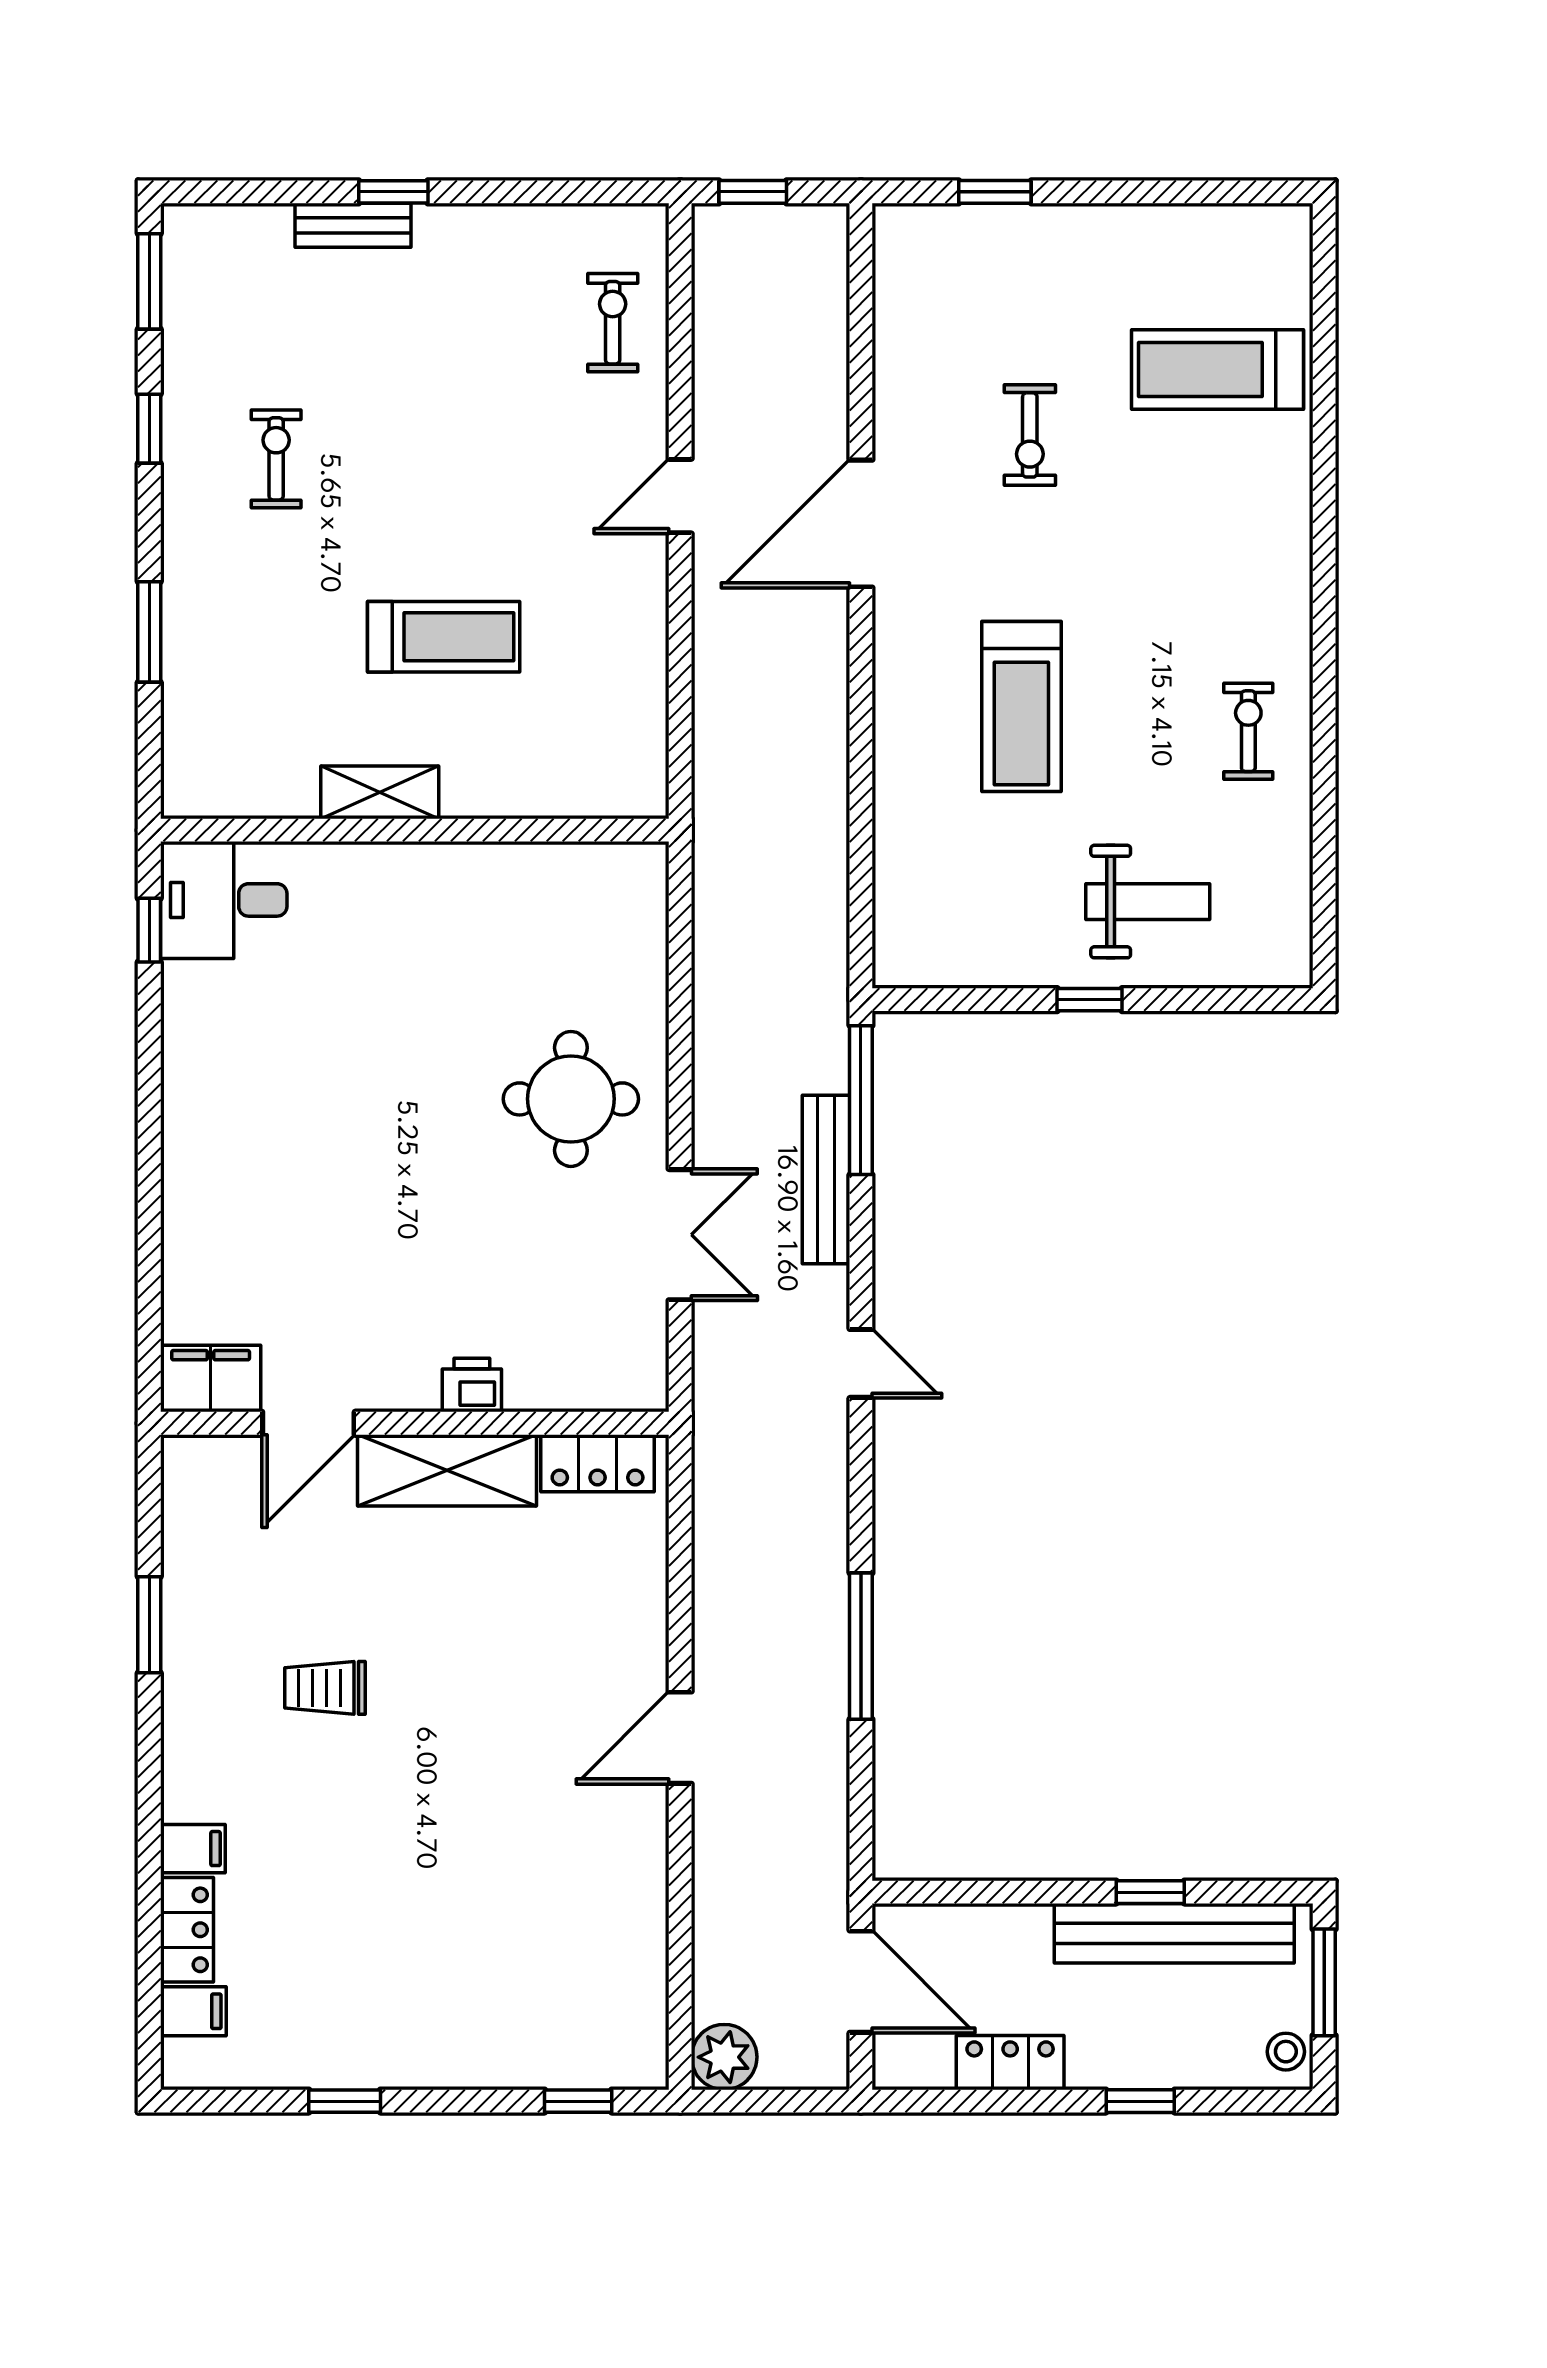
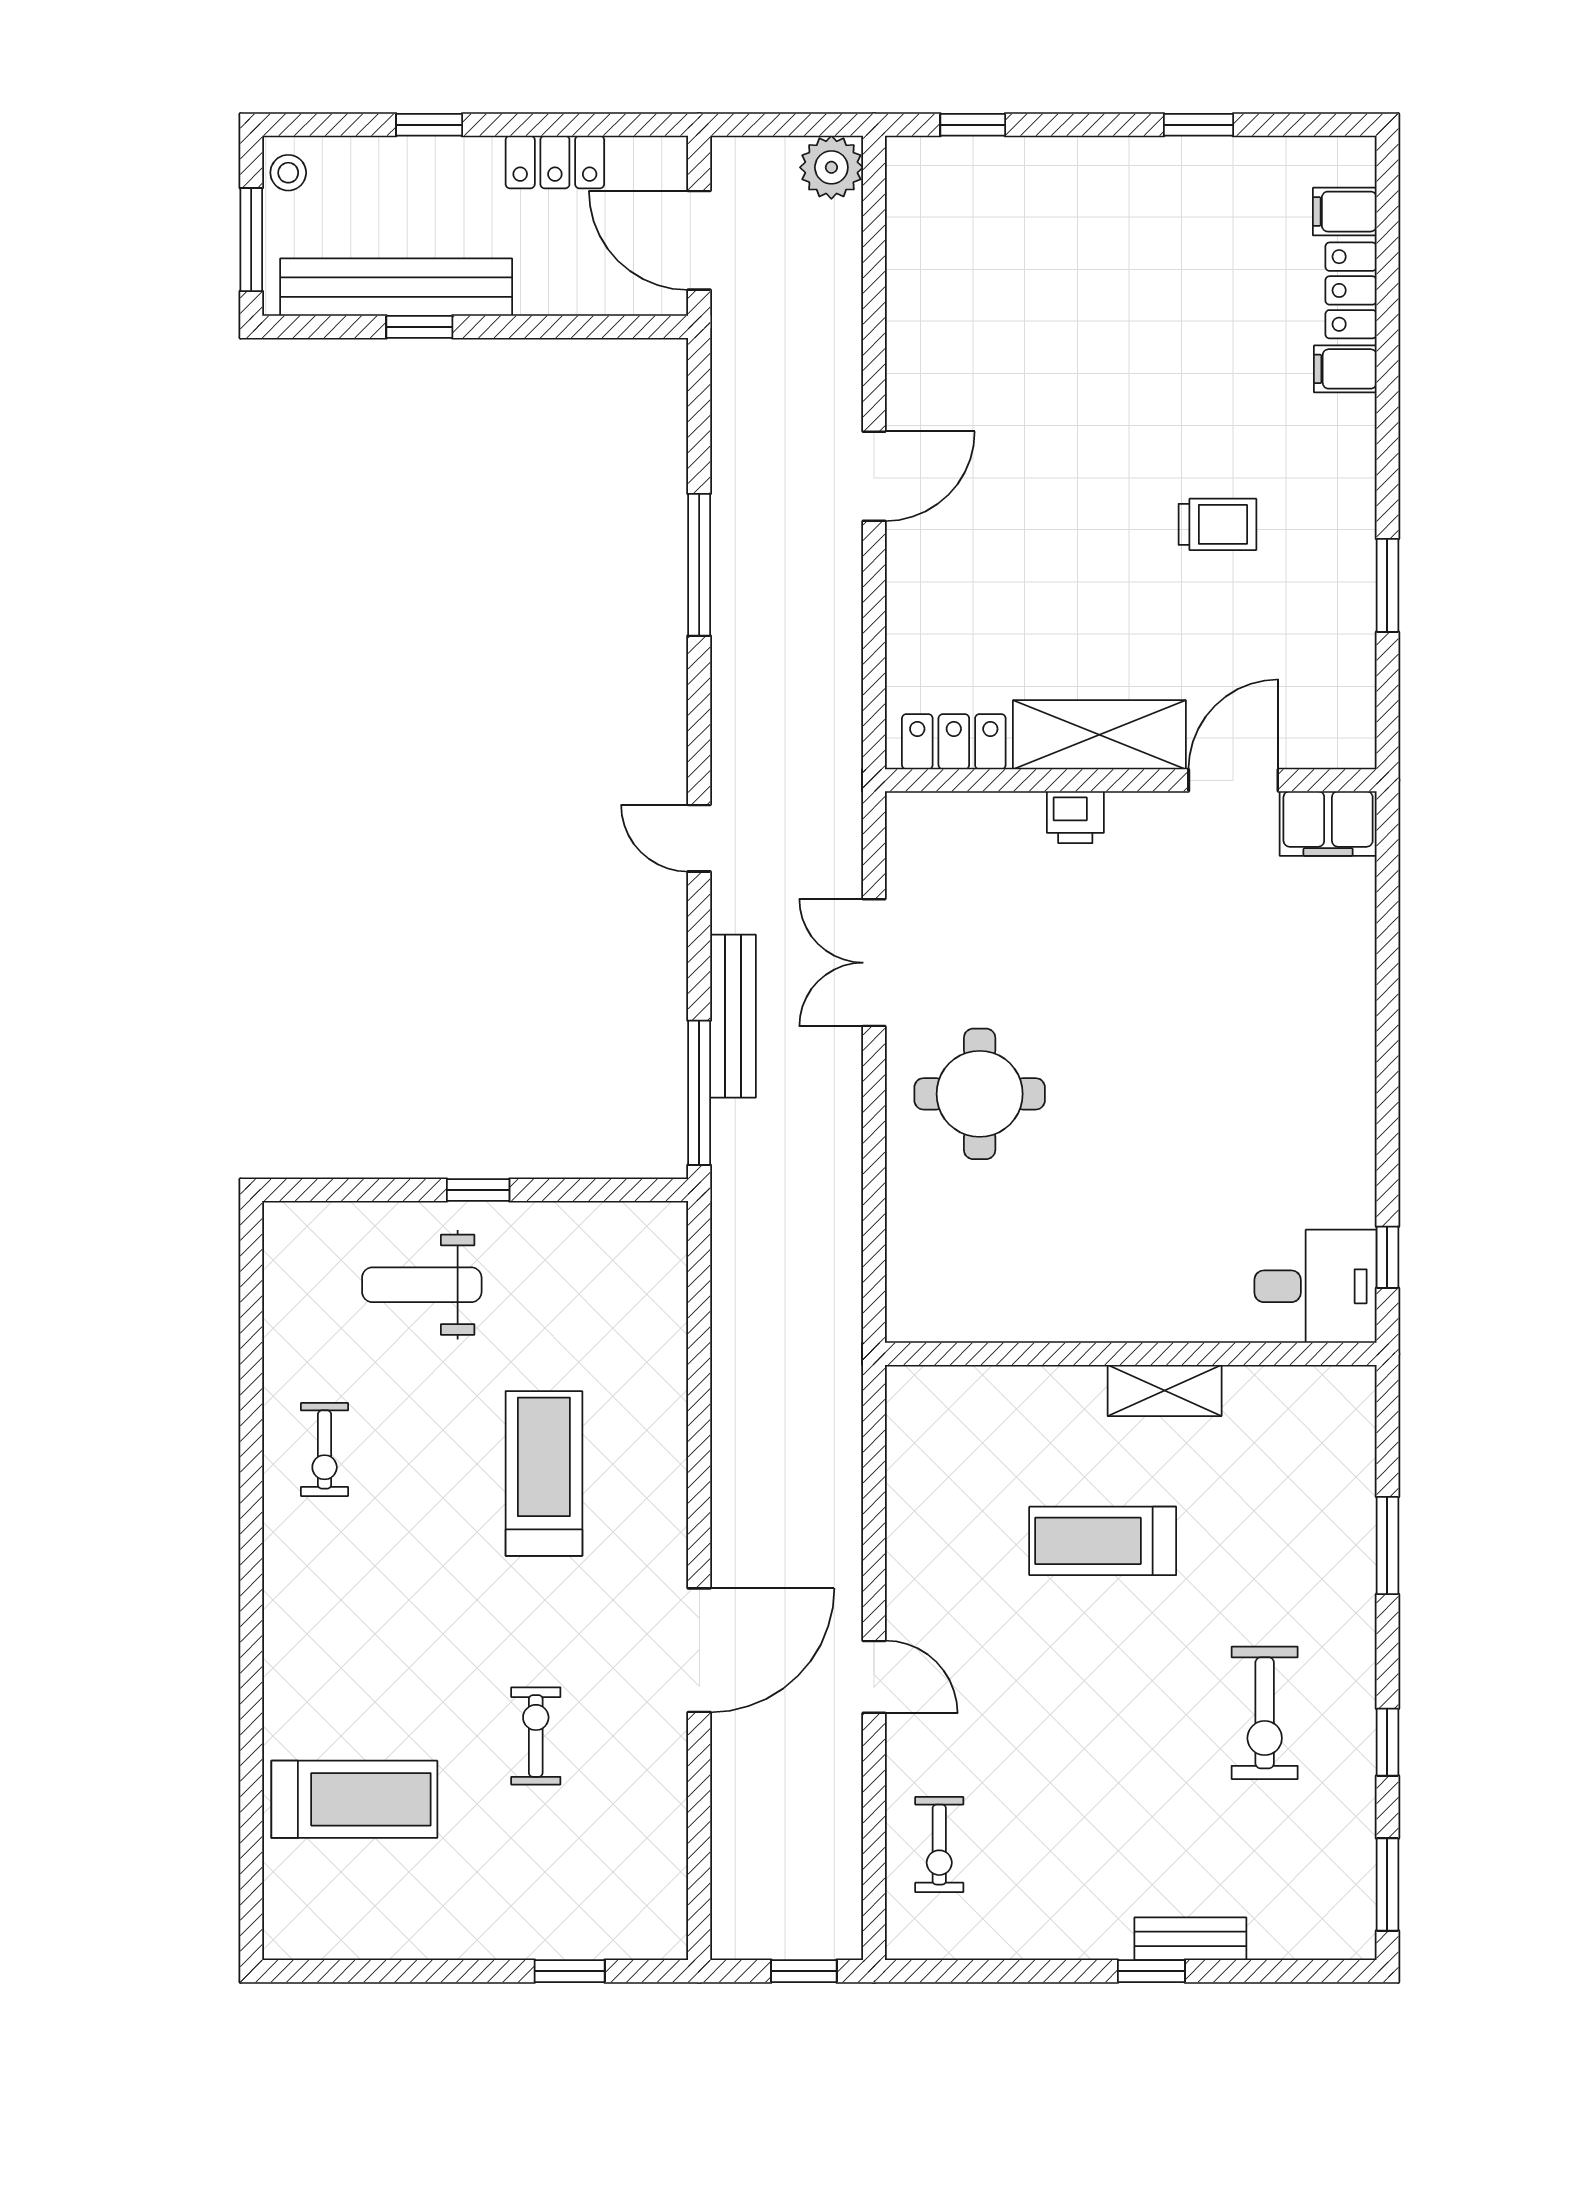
exercise bike: (276, 459) -> (1265, 1713), width x1.38, depth x1.39
door: (680, 496) -> (874, 1677), hinge flipped

